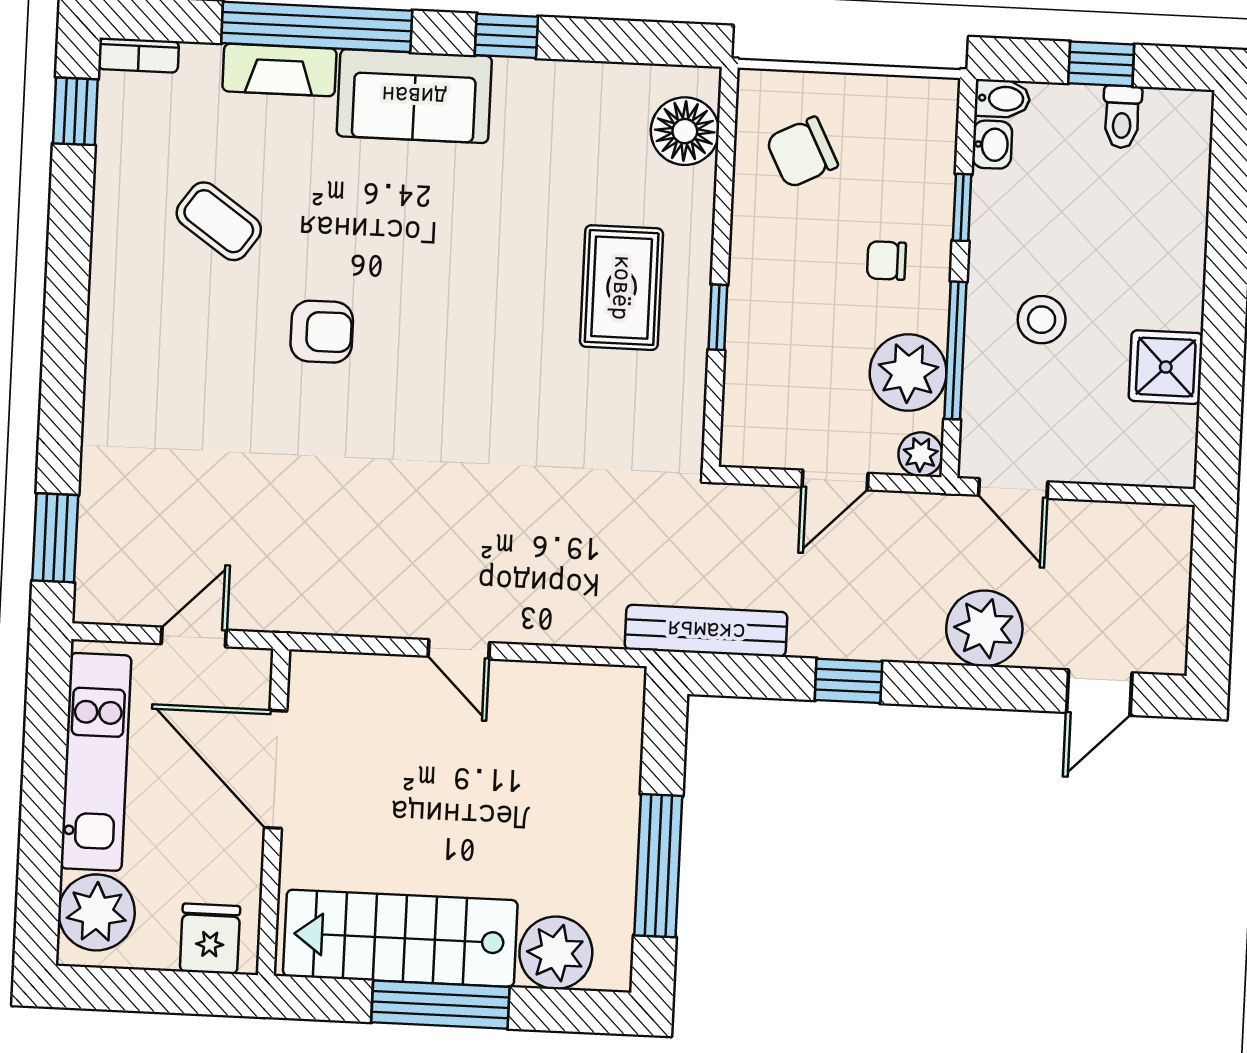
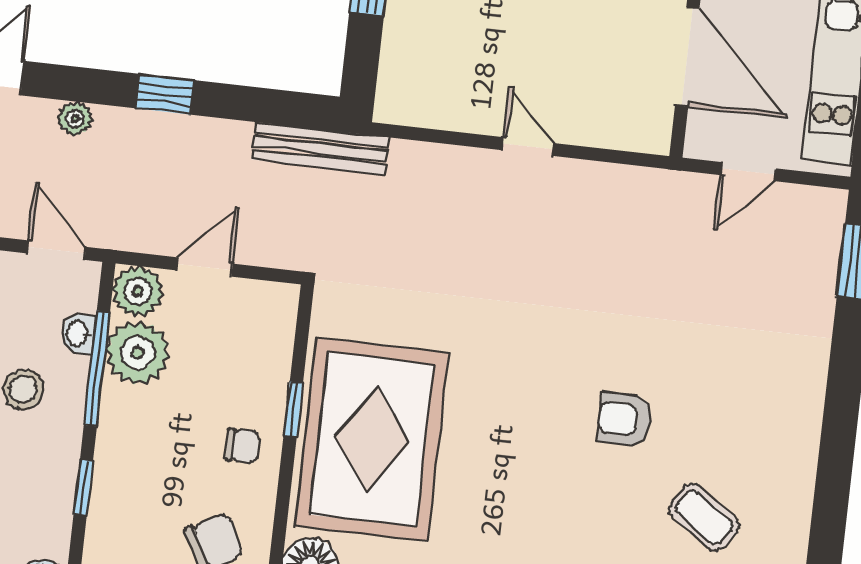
washbasin: (992, 145) -> (78, 334), moved
chair: (886, 260) -> (242, 446), moved
rug: (622, 288) -> (372, 439), width x1.86, depth x2.06
plant: (921, 454) -> (138, 291), width x1.38, depth x1.38
plant: (984, 628) -> (75, 119), width x0.53, depth x0.53
window: (848, 681) -> (165, 94), moved

